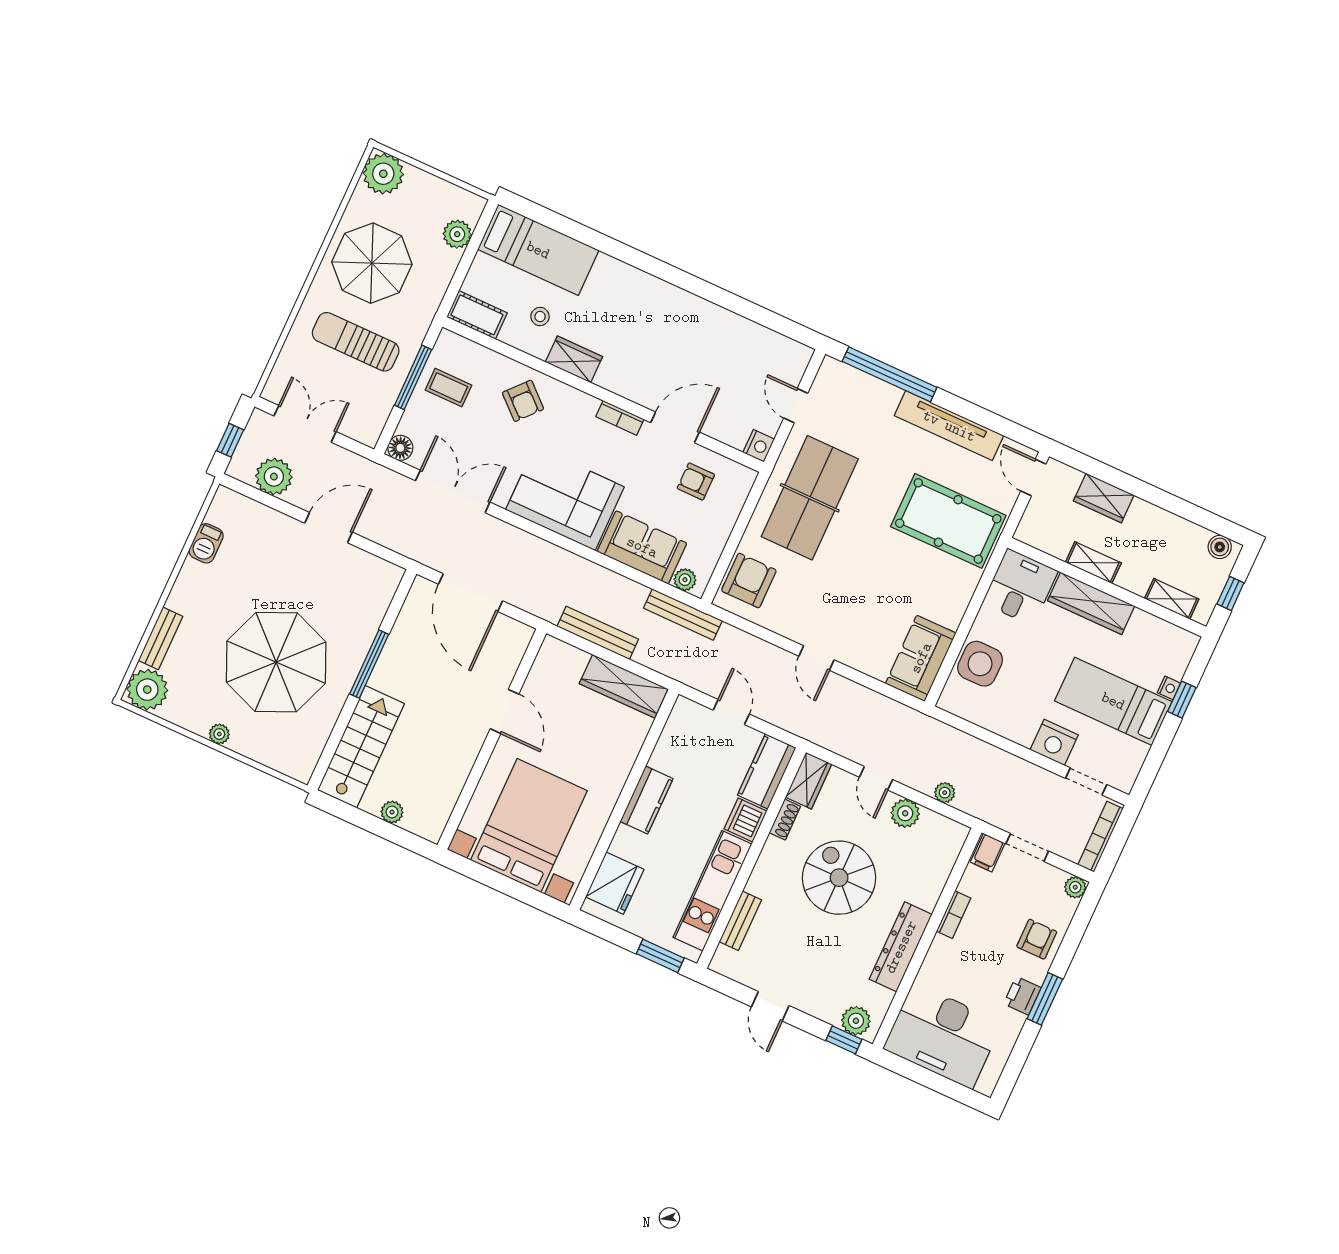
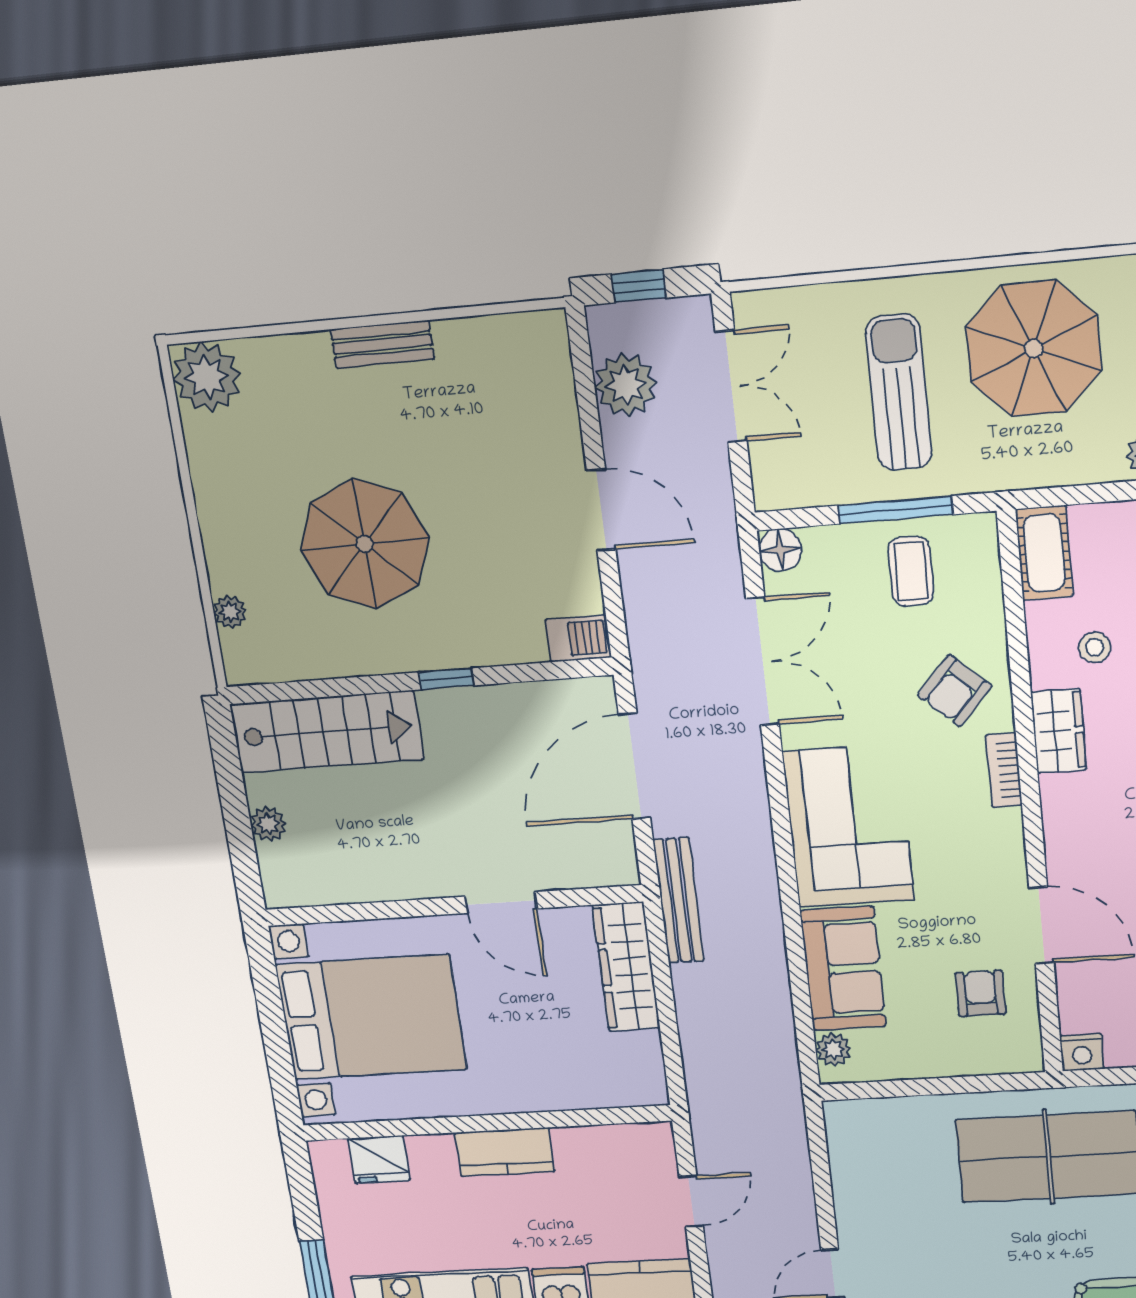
bookcase: (620, 418) -> (1004, 770), moved
barbecue: (206, 543) -> (578, 638), moved, turned 180
armchair: (749, 581) -> (884, 1134), removed
bench: (683, 614) -> (784, 1071), removed
bench: (598, 633) -> (679, 900), moved
bench: (160, 638) -> (382, 344), moved
parasol: (276, 662) -> (365, 544), width x0.73, depth x0.73
window: (369, 664) -> (446, 679), width x0.46
wardrobe: (624, 686) -> (626, 967), moved
door: (504, 711) -> (501, 902), hinge flipped
plant: (219, 734) -> (230, 612), moved
fridge: (615, 883) -> (379, 1159), width x0.73, depth x0.75

